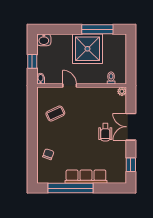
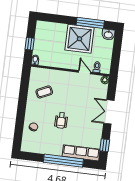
washbasin: (44, 40) -> (108, 35), moved
door: (70, 86) -> (85, 72), moved
wheelchair: (105, 132) -> (61, 120), moved
row of seats: (86, 177) -> (81, 153), moved
window: (71, 188) -> (63, 161), moved

